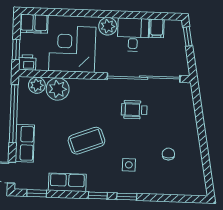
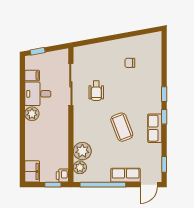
corner desk: (72, 49) -> (51, 141), removed
sliding door: (144, 78) -> (71, 84), width x0.73
side table: (129, 165) -> (139, 93), removed
row of seats: (67, 182) -> (155, 128), moved

